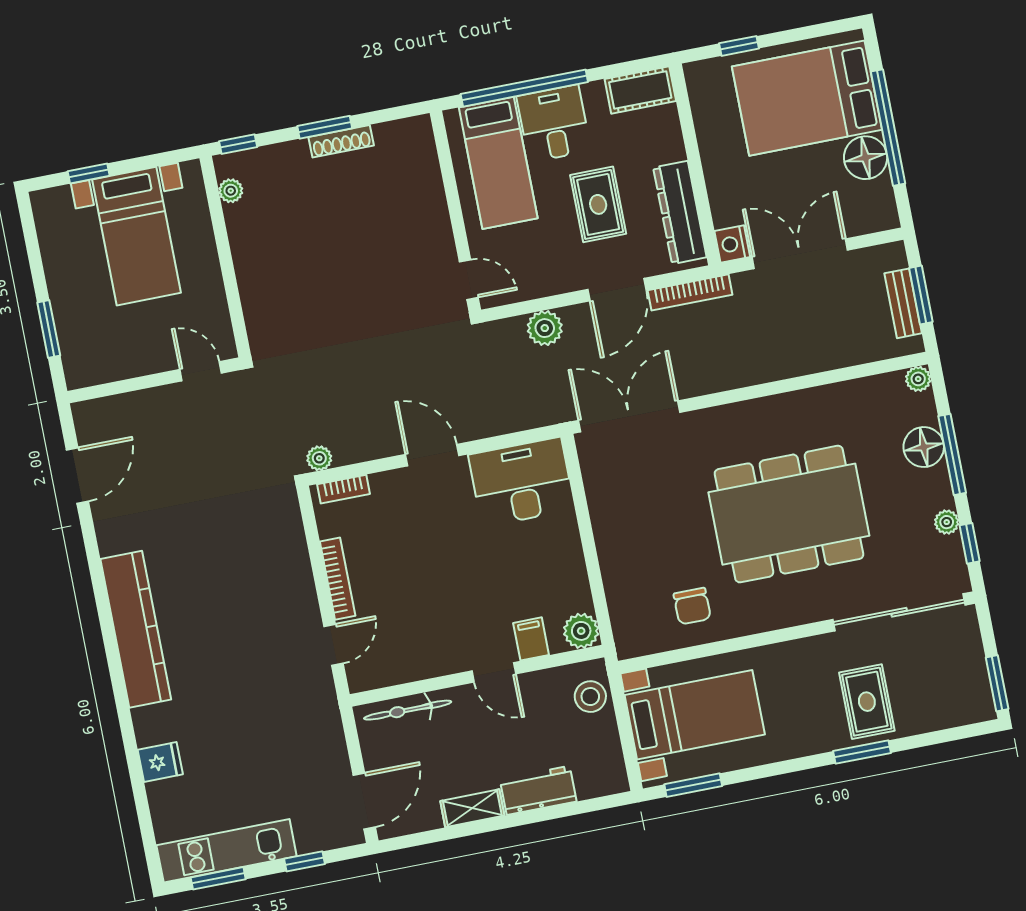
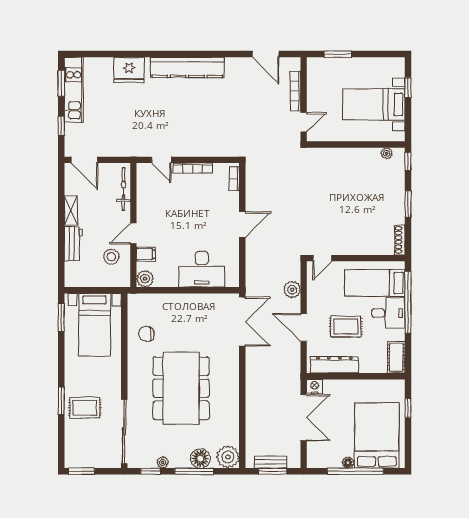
shoe rack: (341, 141) -> (400, 240), moved
floor lamp: (866, 158) -> (348, 463), width x0.53, depth x0.53
bookcase: (690, 292) -> (295, 91), moved
plant: (918, 379) -> (228, 457), width x1.88, depth x1.88
plant: (319, 458) -> (251, 170), removed
desk: (522, 482) -> (202, 269), moved, turned 90
stool: (590, 697) -> (111, 257), moved
fridge: (160, 762) -> (129, 70), width x1.88, depth x1.34

